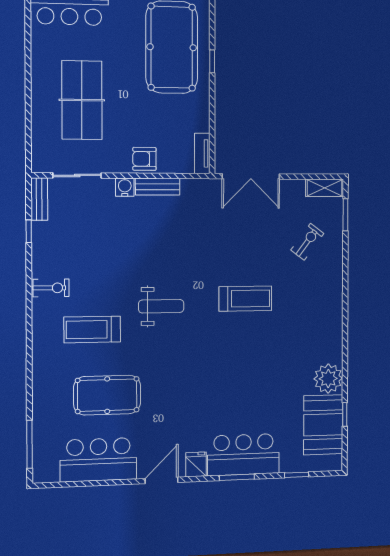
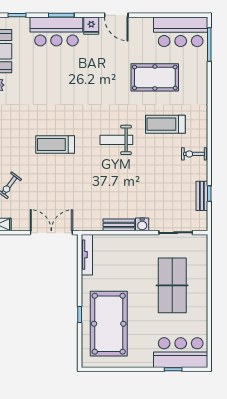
tv unit: (202, 153) -> (87, 255), width x1.41
armchair: (144, 159) -> (128, 245), removed
bench: (39, 199) -> (202, 196), moved
treadmill: (92, 330) -> (165, 124), turned 180
bar counter: (99, 460) -> (181, 32), moved
door: (161, 480) -> (116, 15), hinge flipped

